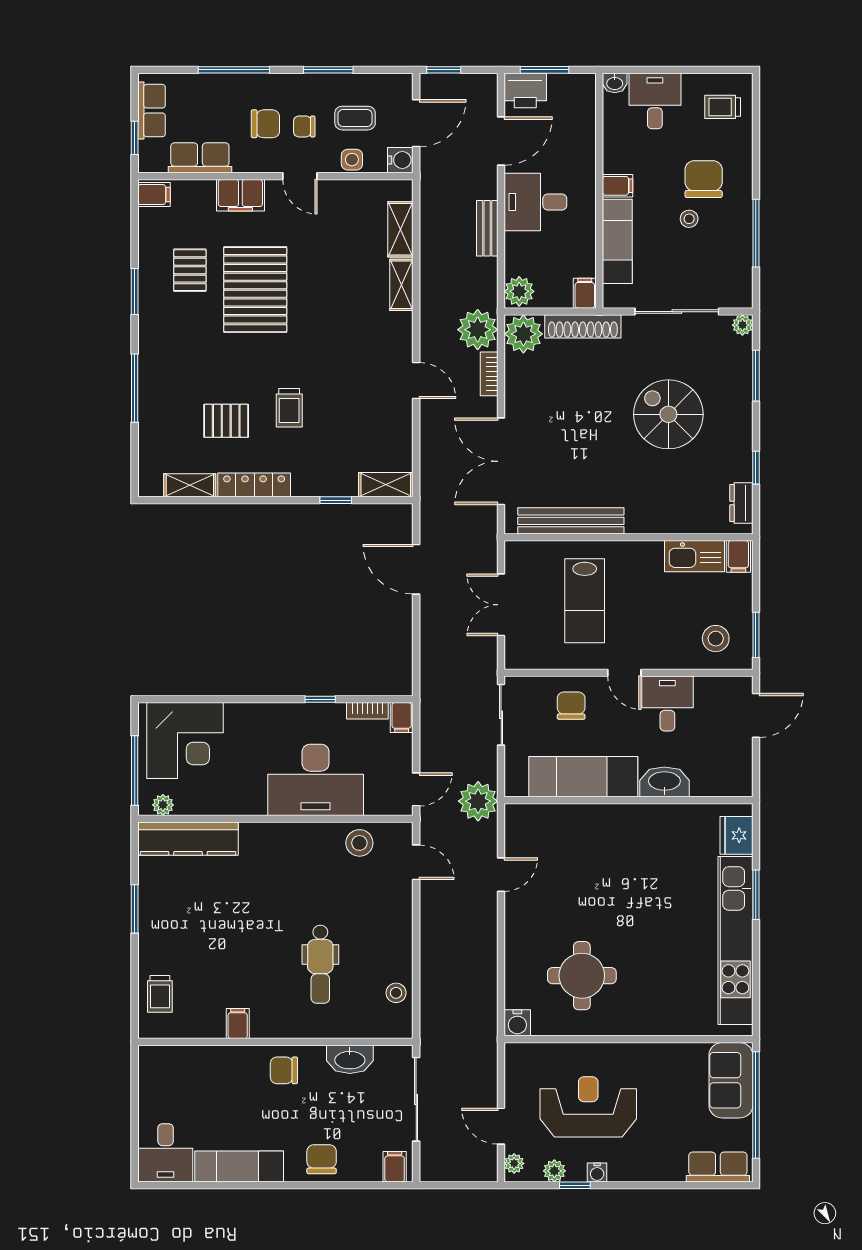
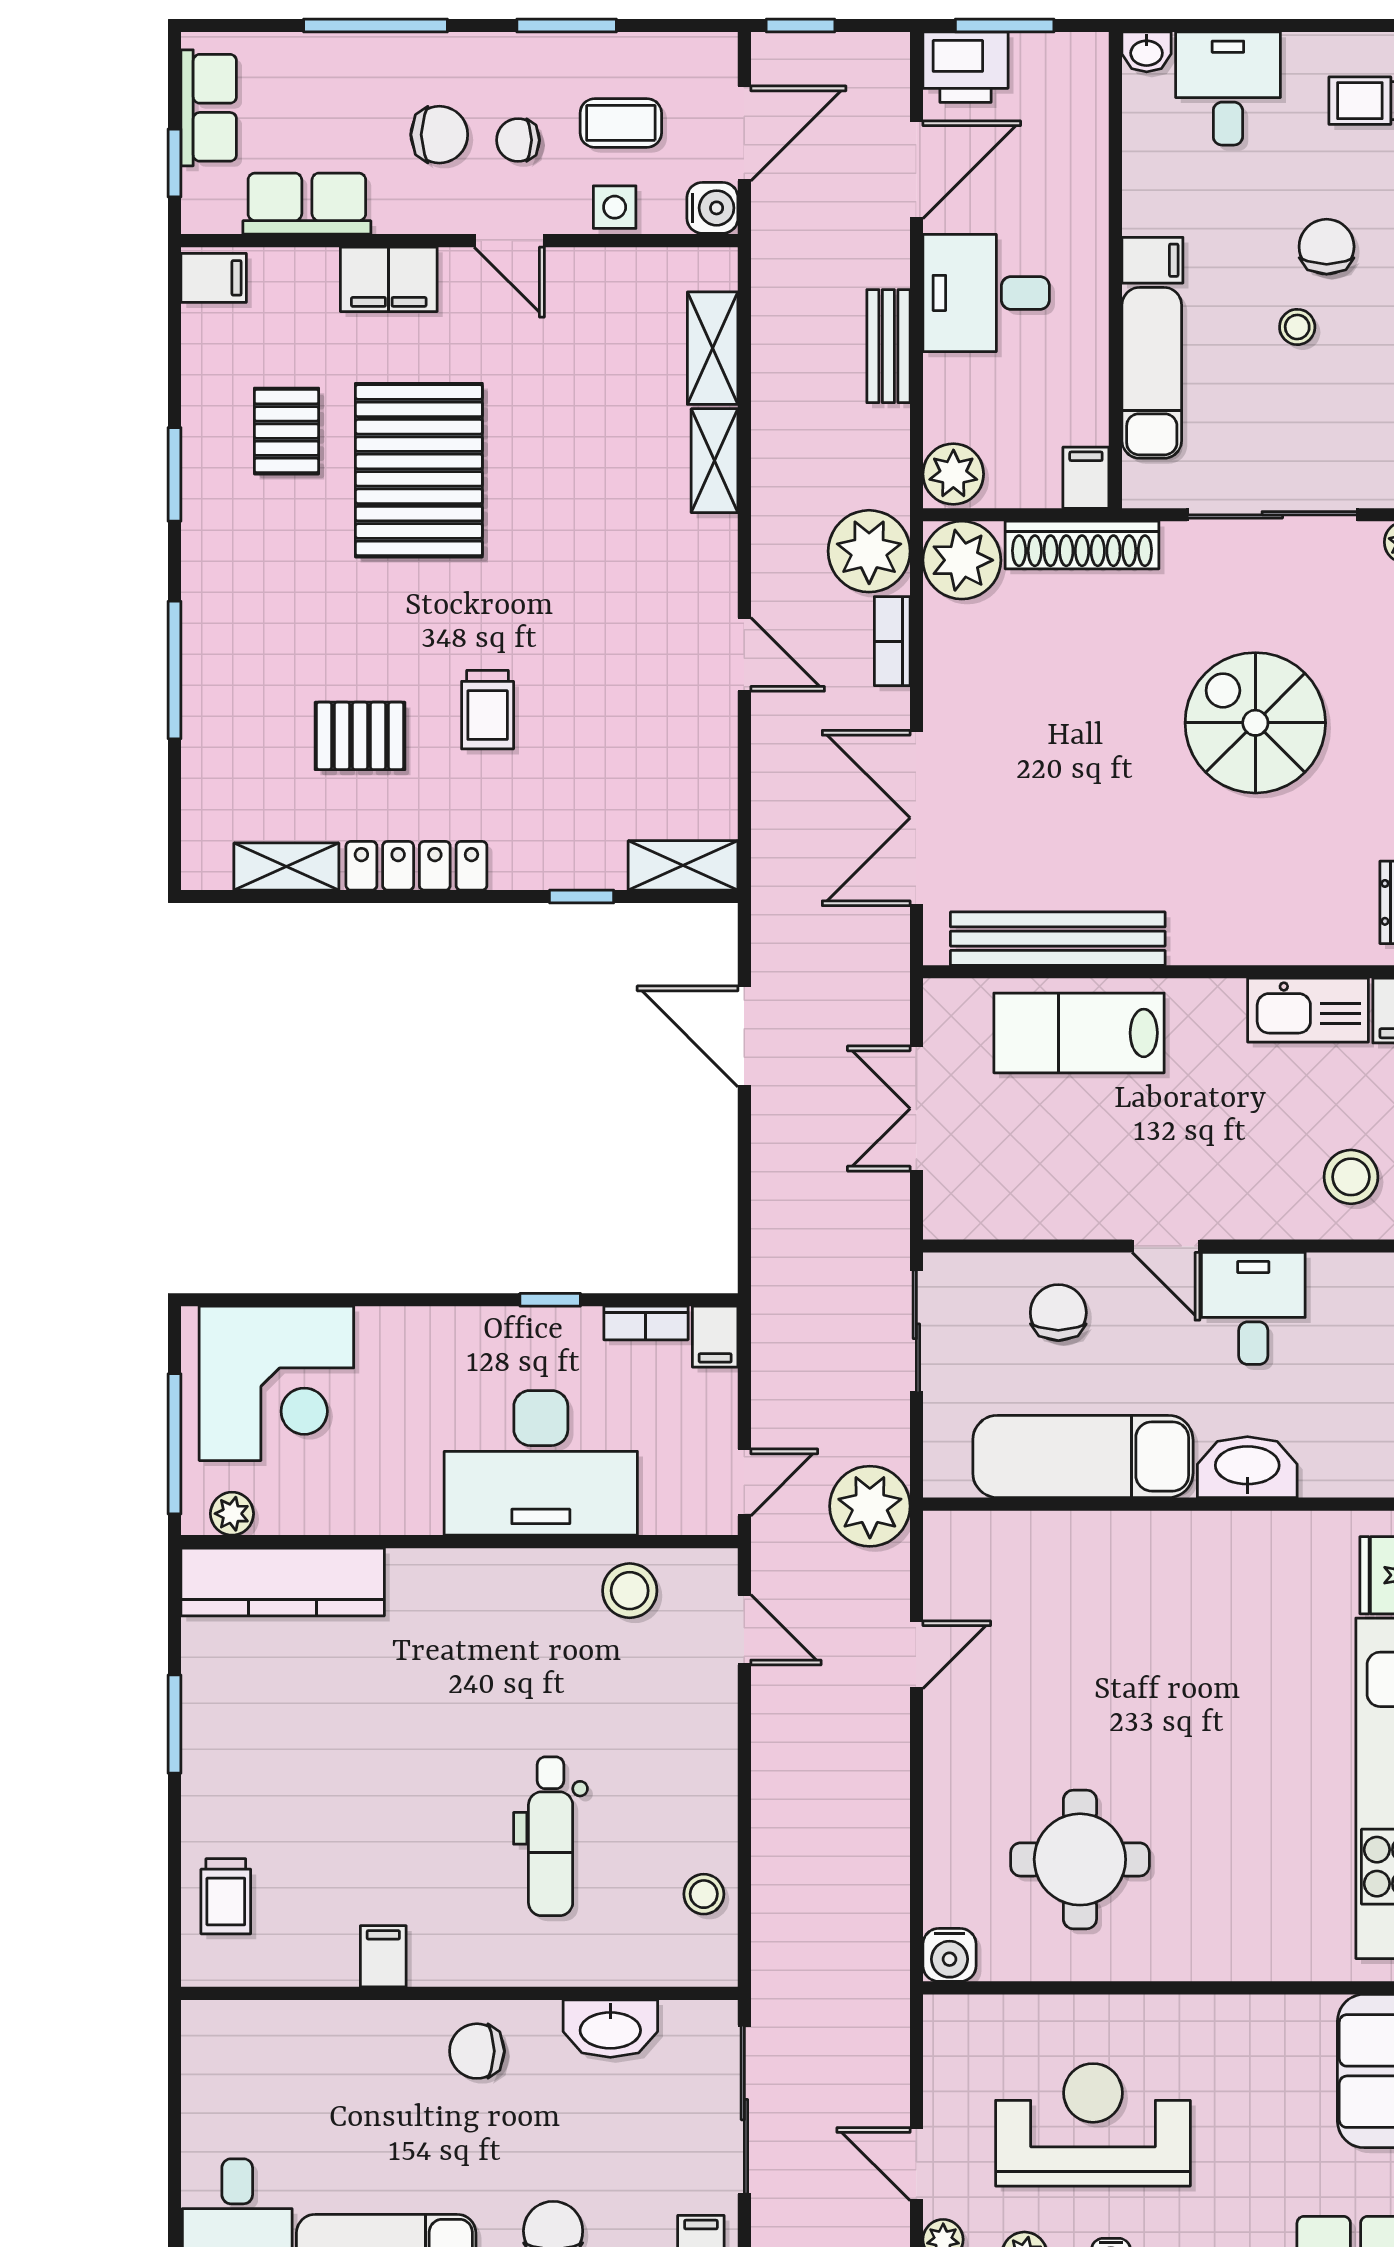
chair: (704, 179) -> (1327, 247), width x0.73, depth x0.73
lab bench: (585, 601) -> (1079, 1033), moved, turned 90

